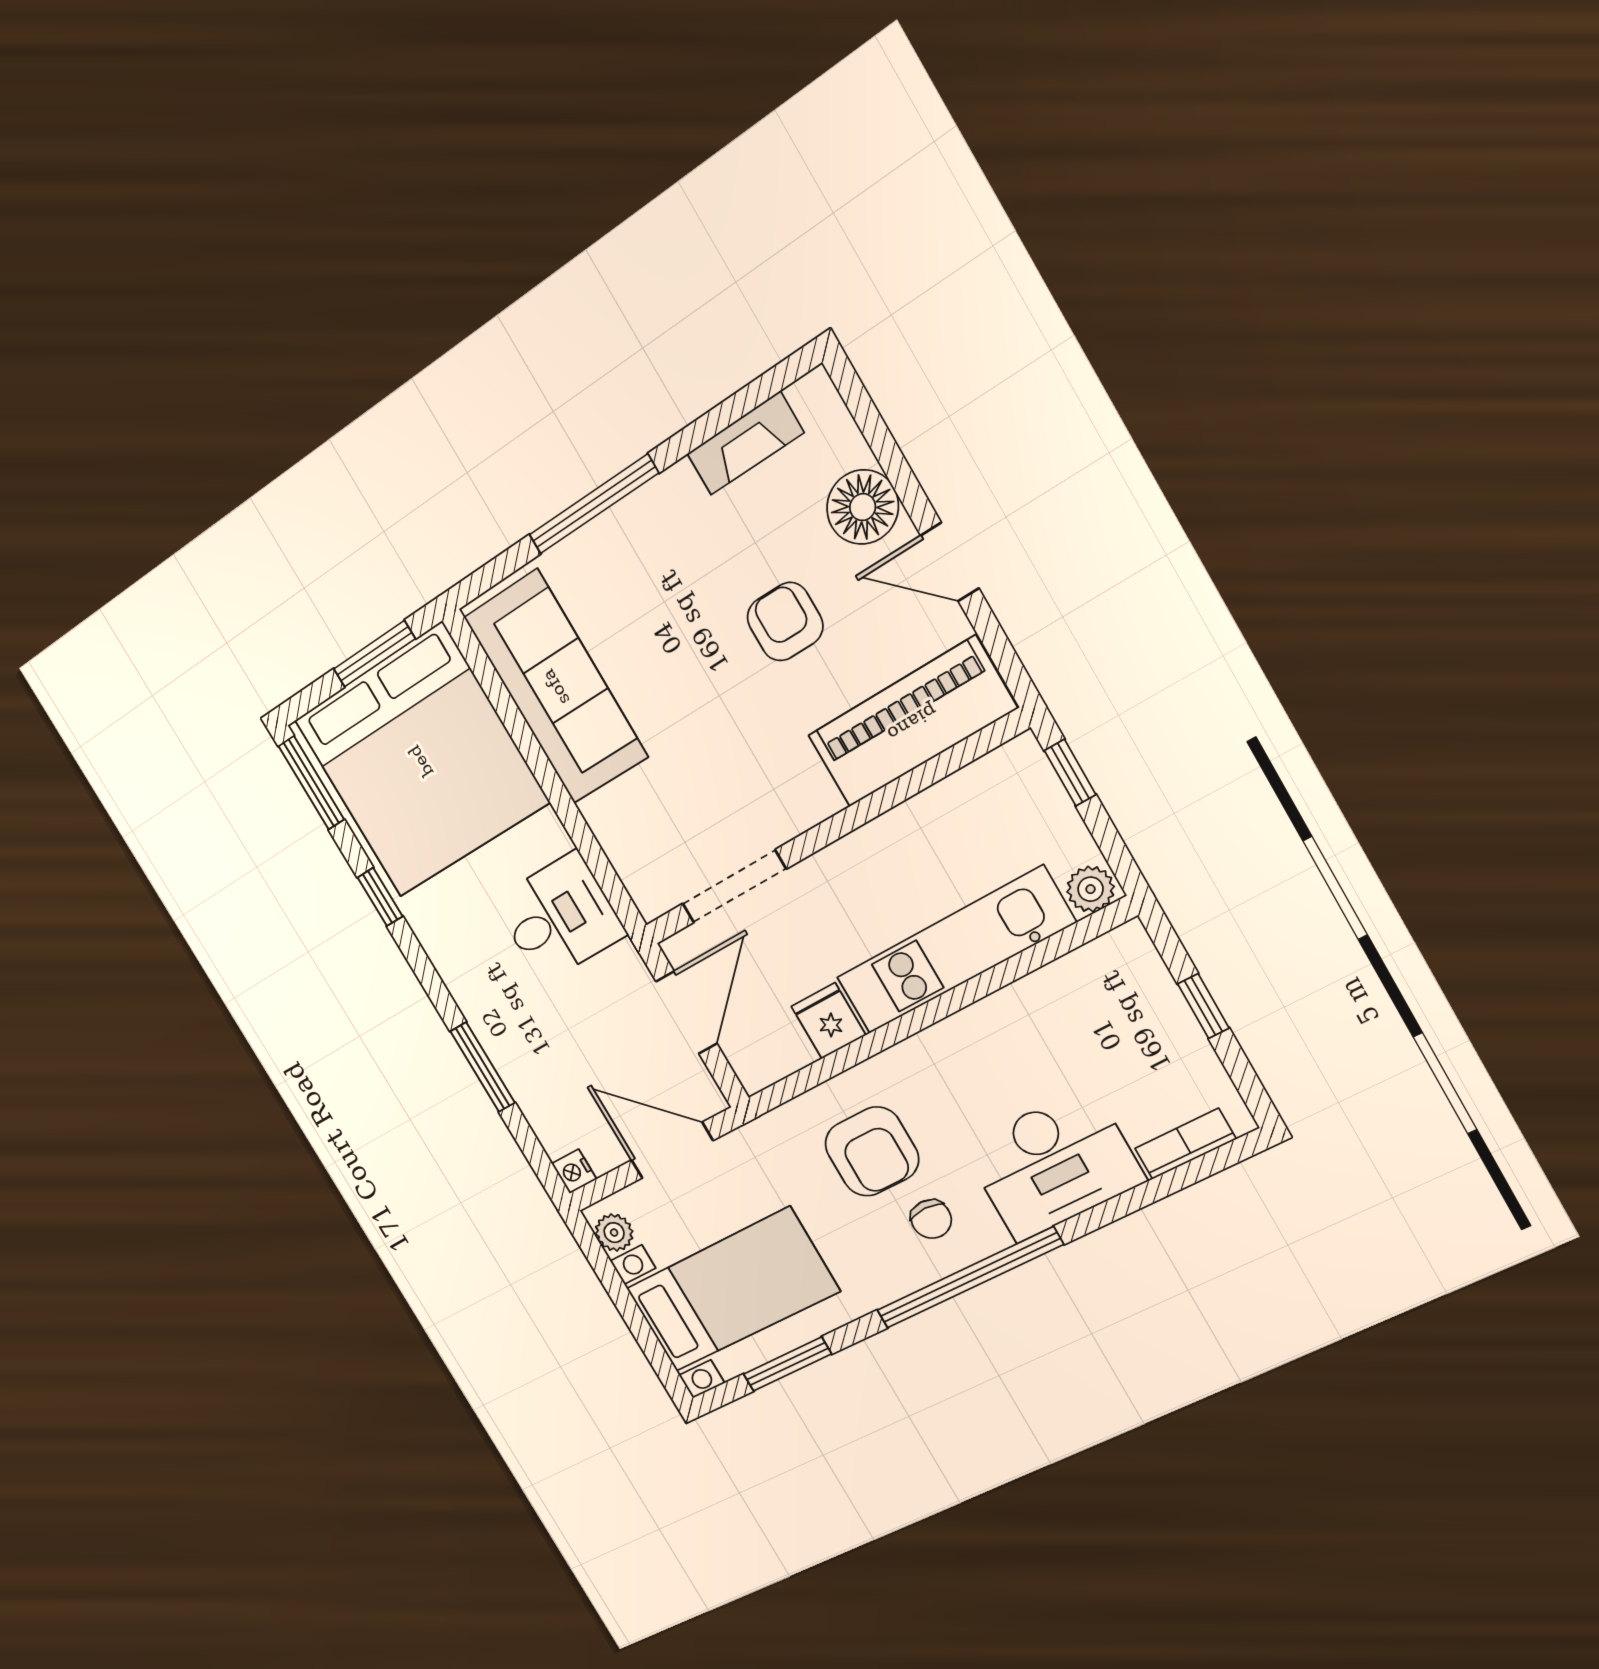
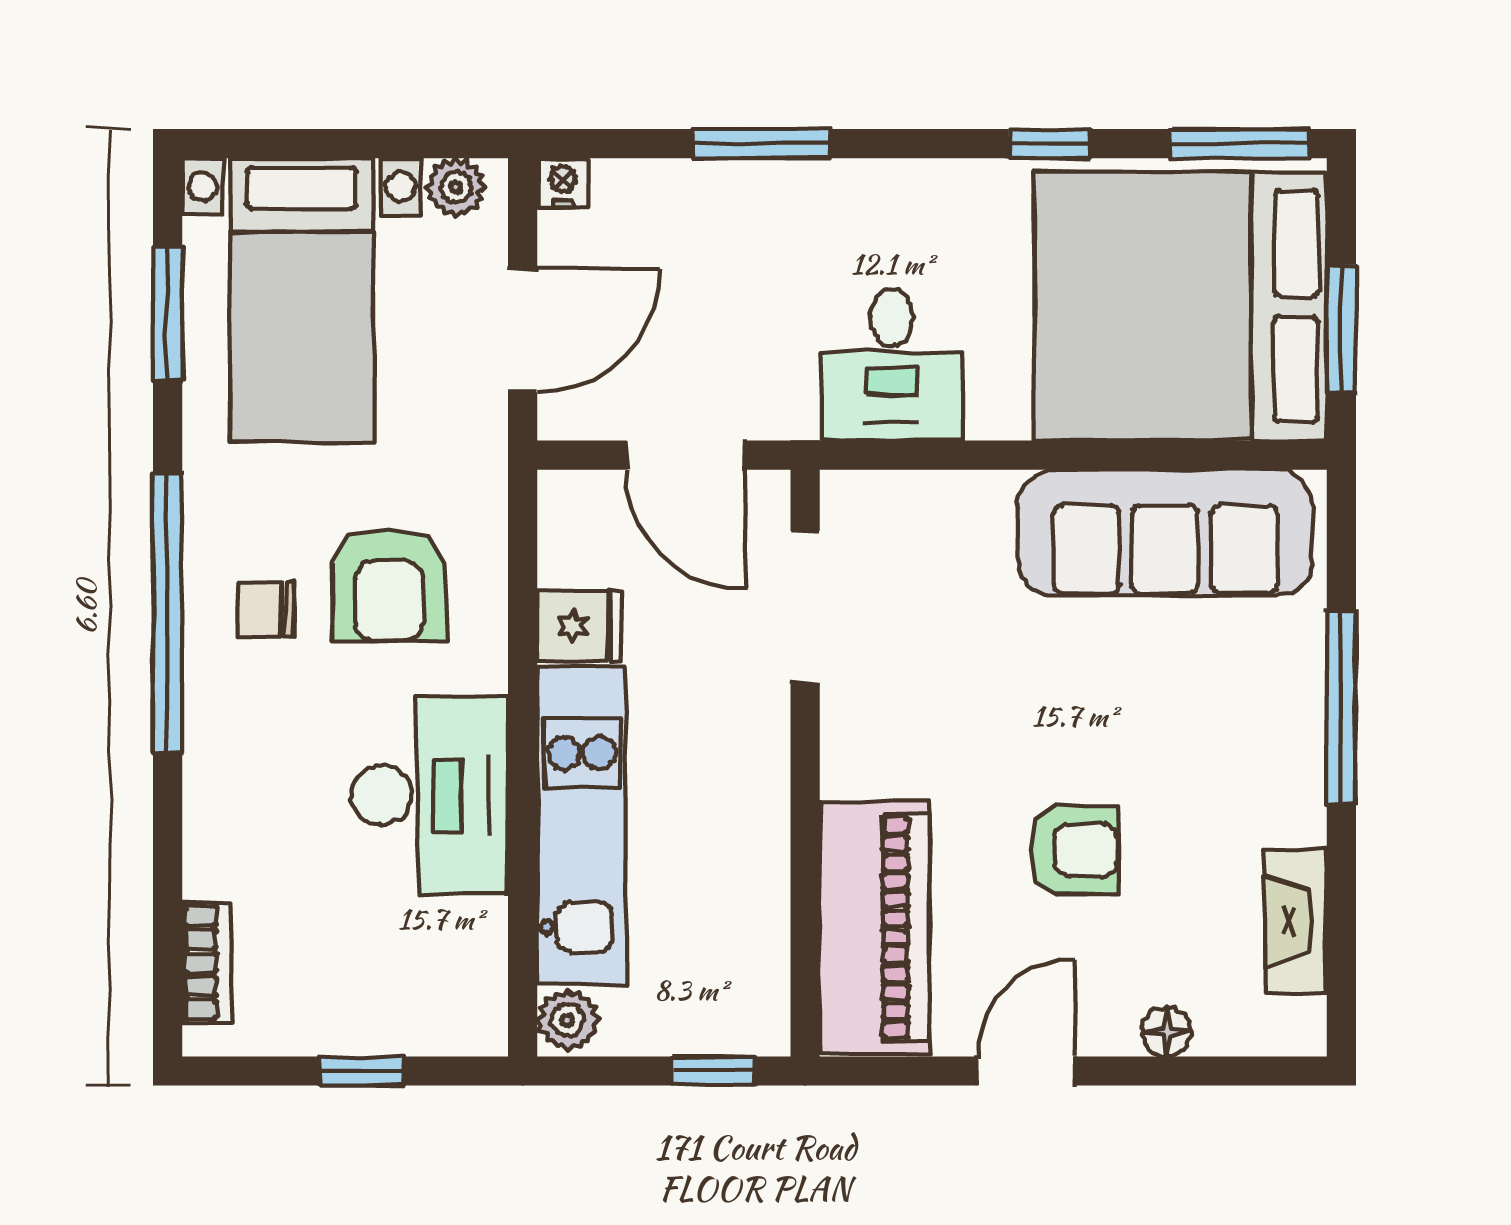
floor lamp: (863, 507) -> (1167, 1032), width x0.53, depth x0.53
armchair: (872, 1152) -> (389, 585), turned -90
desk: (1054, 1164) -> (430, 795), moved, turned 180

